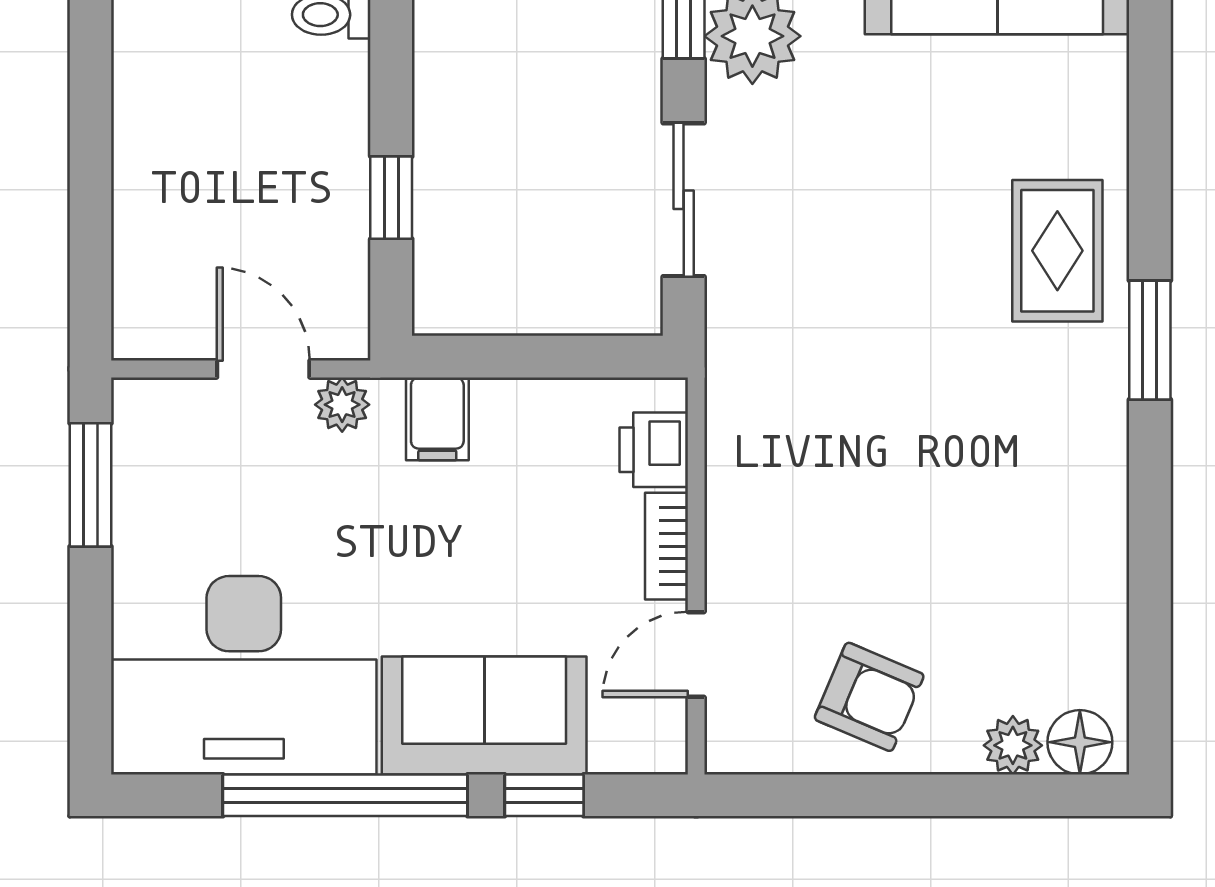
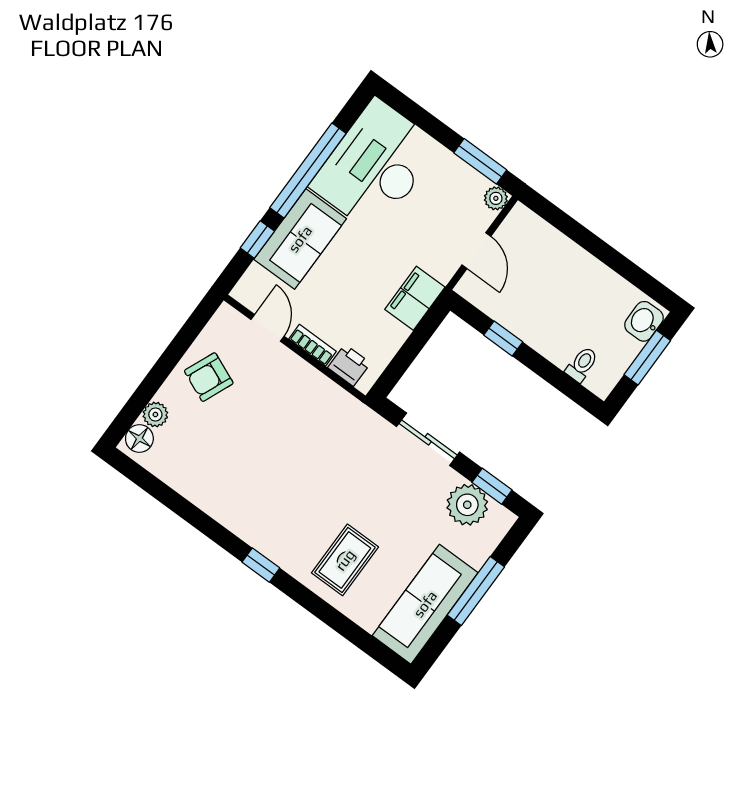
rug: (1057, 251) -> (345, 560), moved, turned 90
window: (1150, 340) -> (261, 565), width x0.67
door: (263, 369) -> (476, 251), hinge flipped
plant: (342, 405) -> (496, 198), moved
filing cabinet: (437, 419) -> (415, 298), width x2.00

